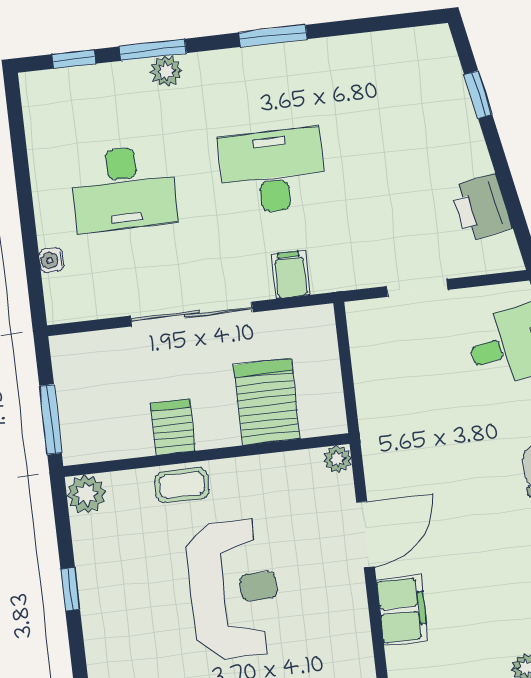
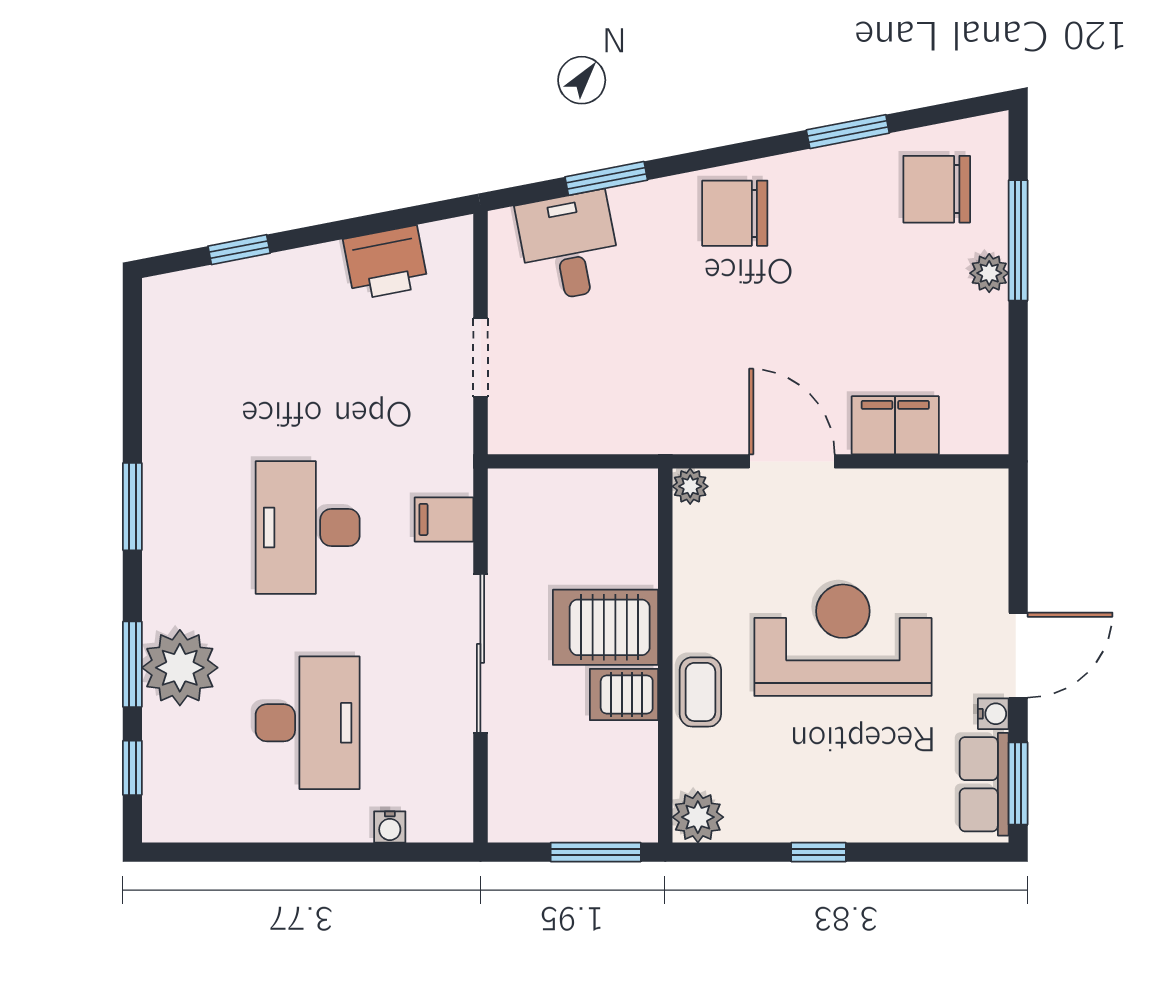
plant: (166, 71) -> (180, 668), width x1.87, depth x1.87
server rack: (267, 402) -> (605, 627), moved

